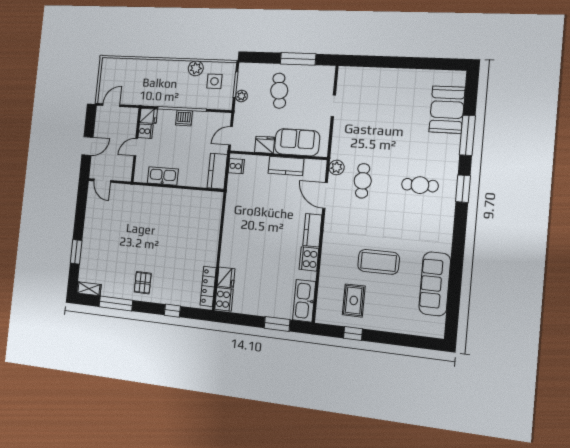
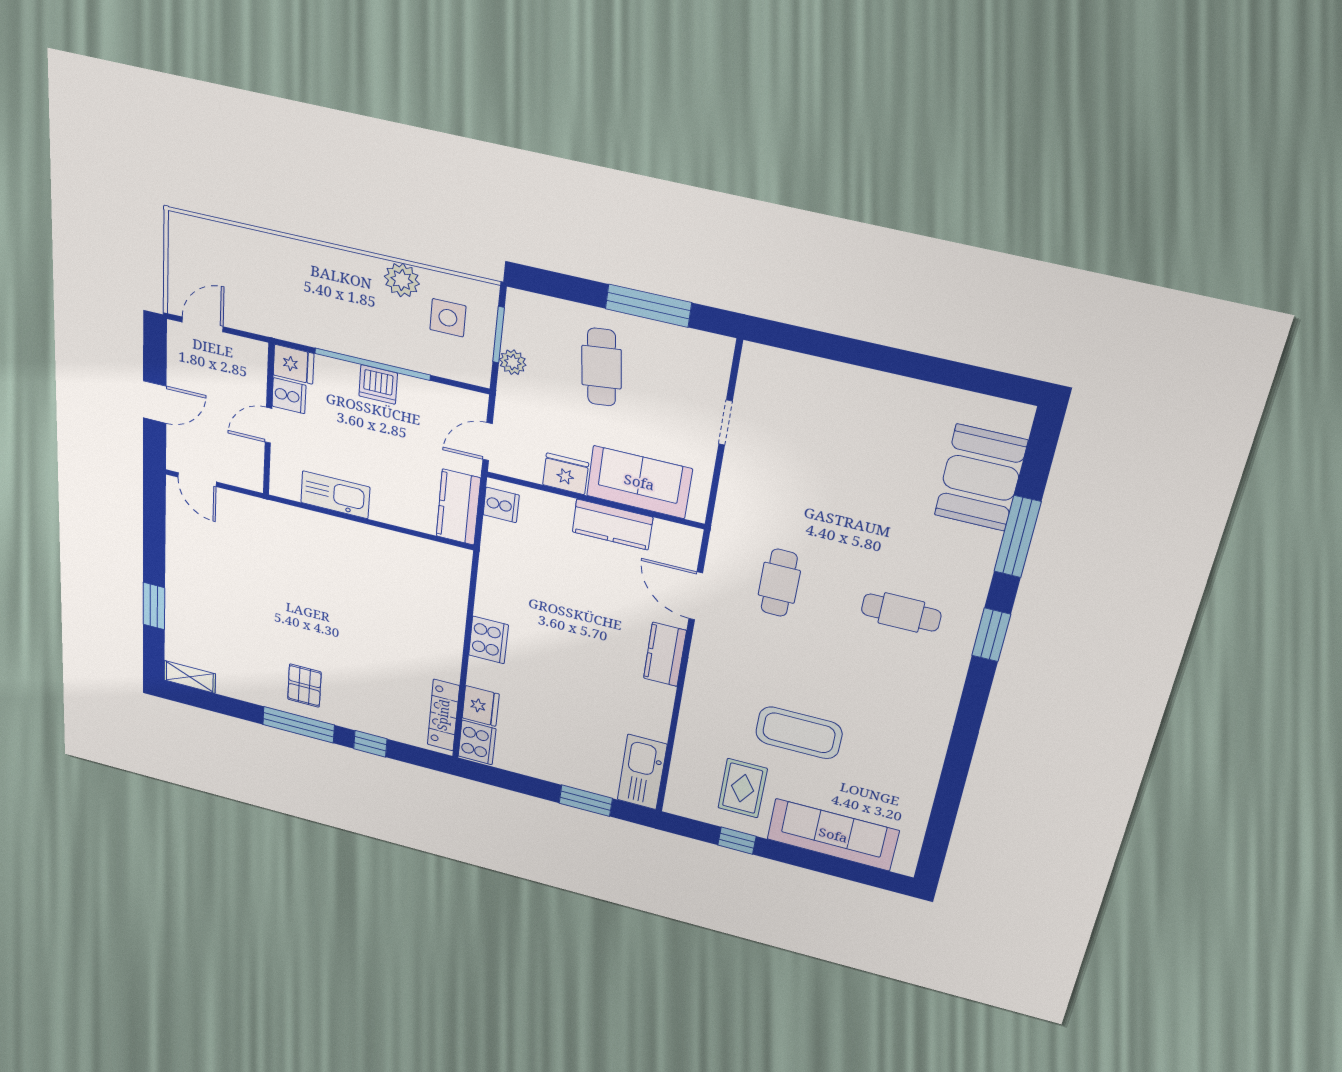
plant: (337, 167) -> (724, 547), removed
cooker: (309, 259) -> (488, 640), moved, turned 180
sofa: (435, 284) -> (833, 835), moved, turned 90
window: (116, 303) -> (299, 725), moved

